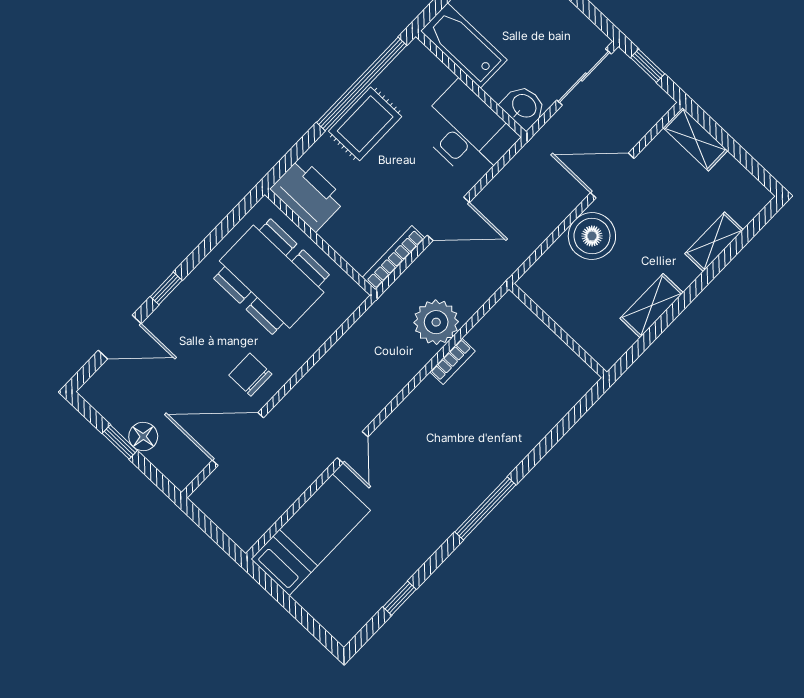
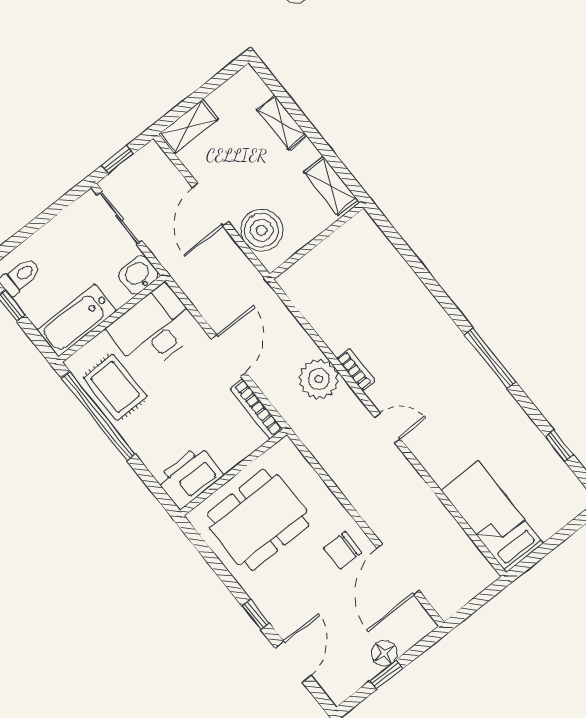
rug: (365, 124) -> (115, 387), moved
wall: (558, 331) -> (317, 241), moved
door: (353, 447) -> (387, 428), moved

